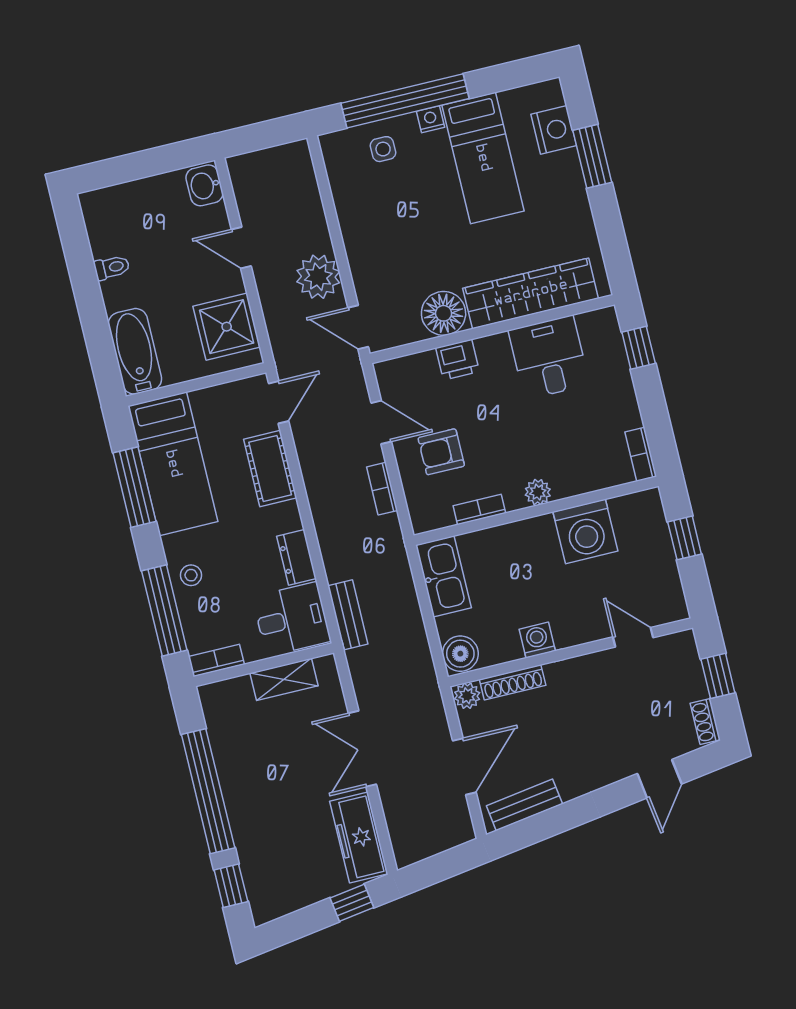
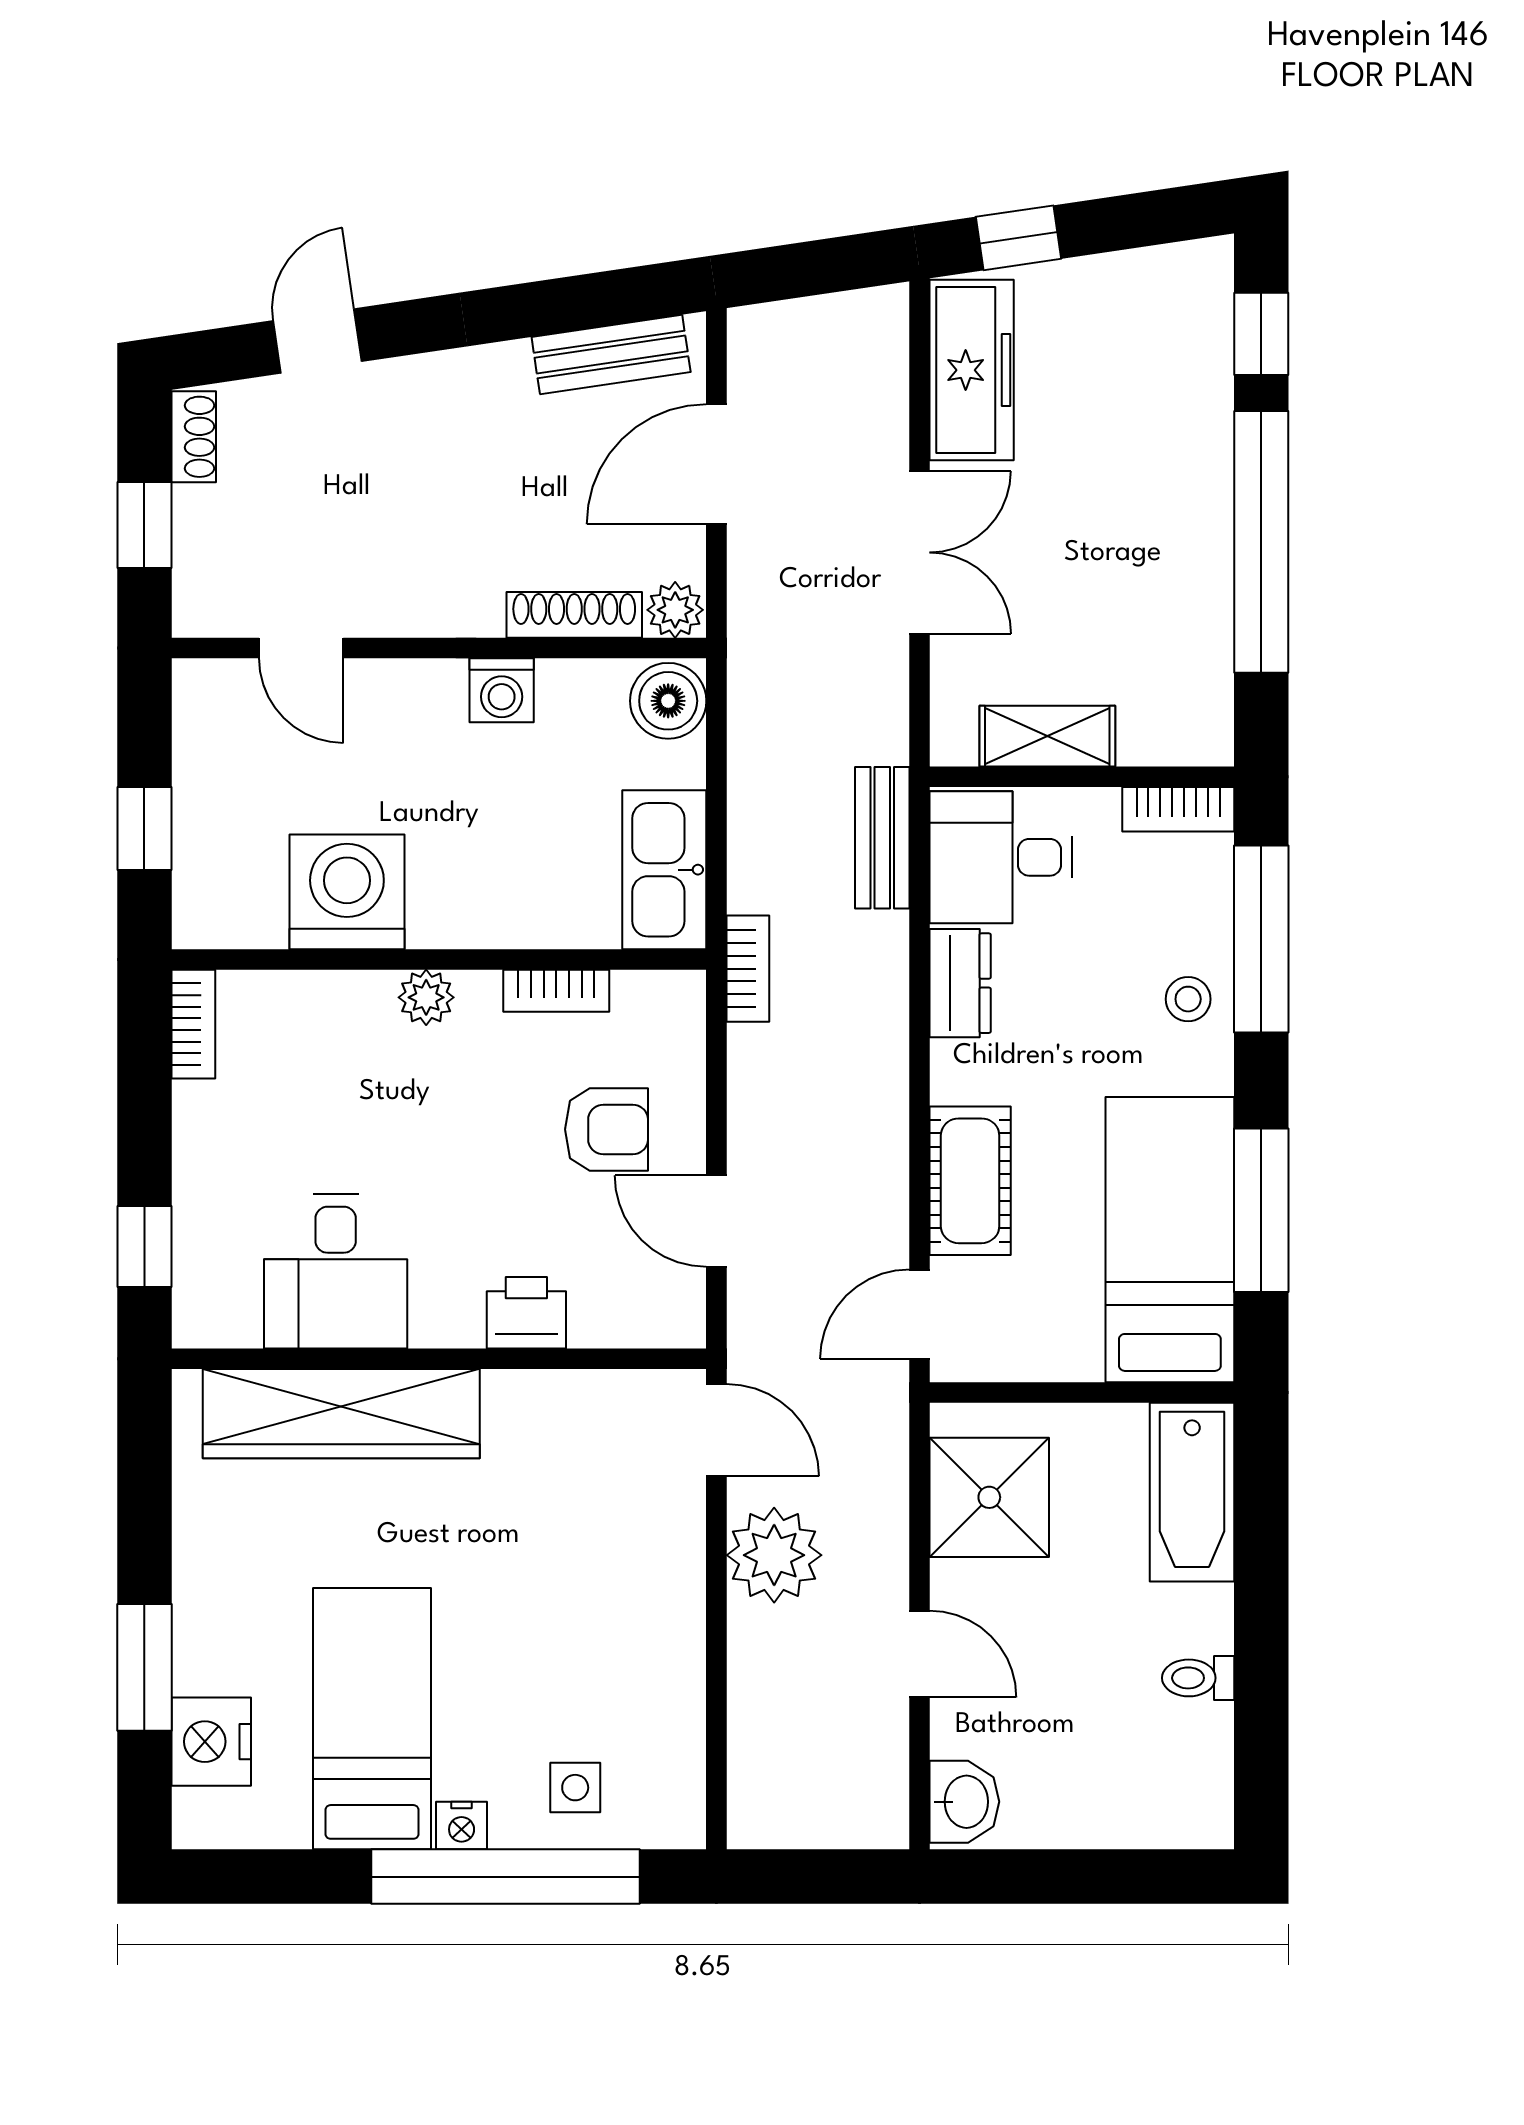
floor lamp: (444, 313) -> (532, 1416), removed
bookcase: (382, 489) -> (748, 969), moved

